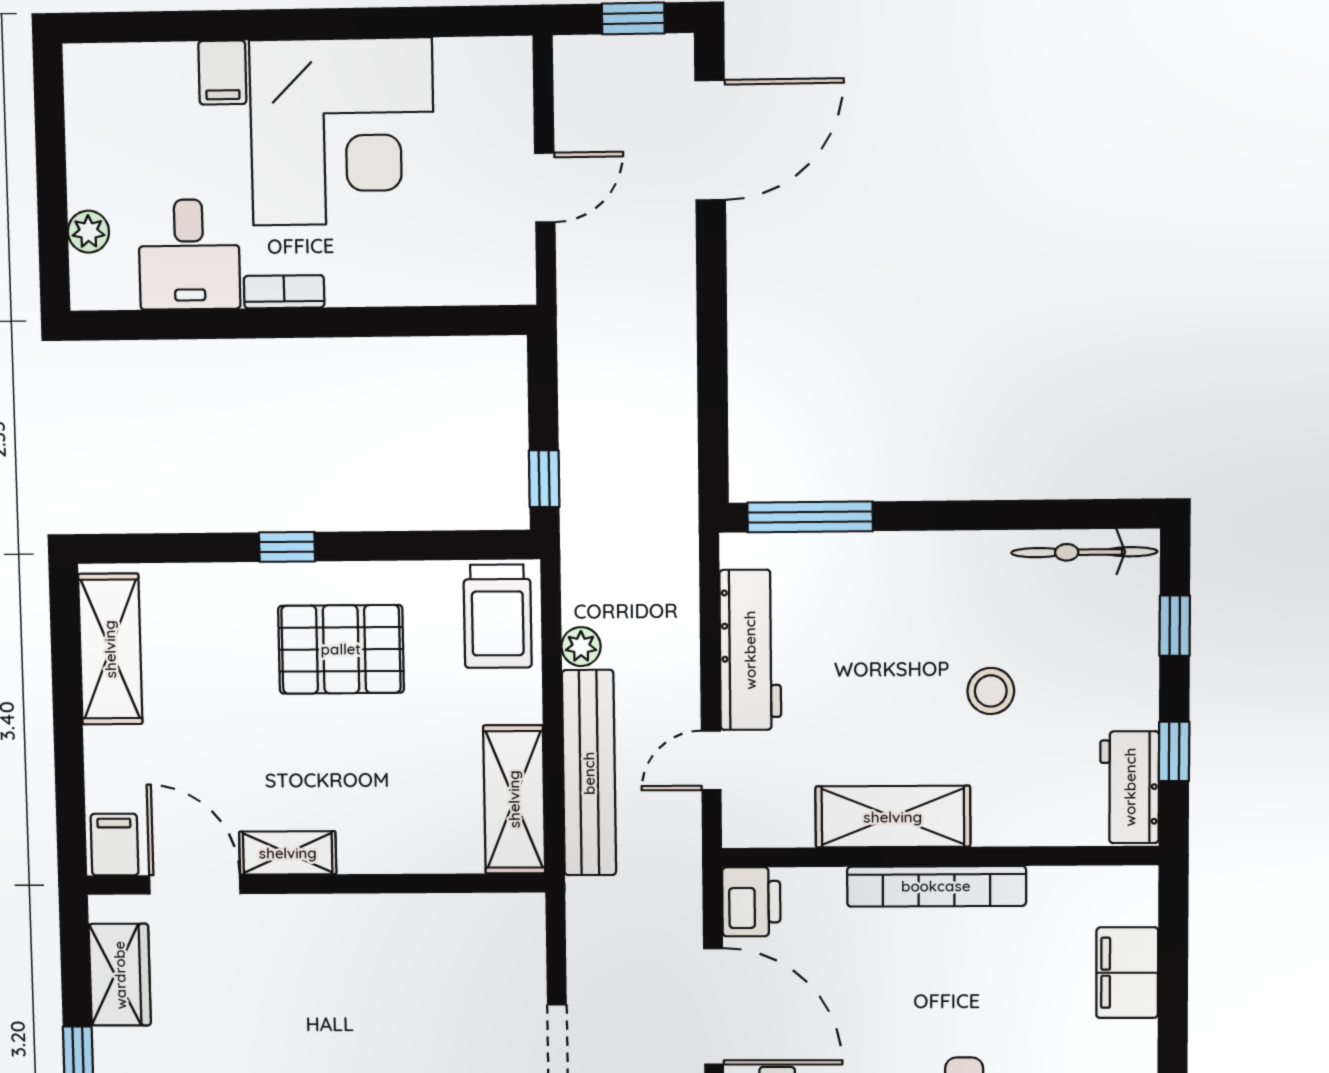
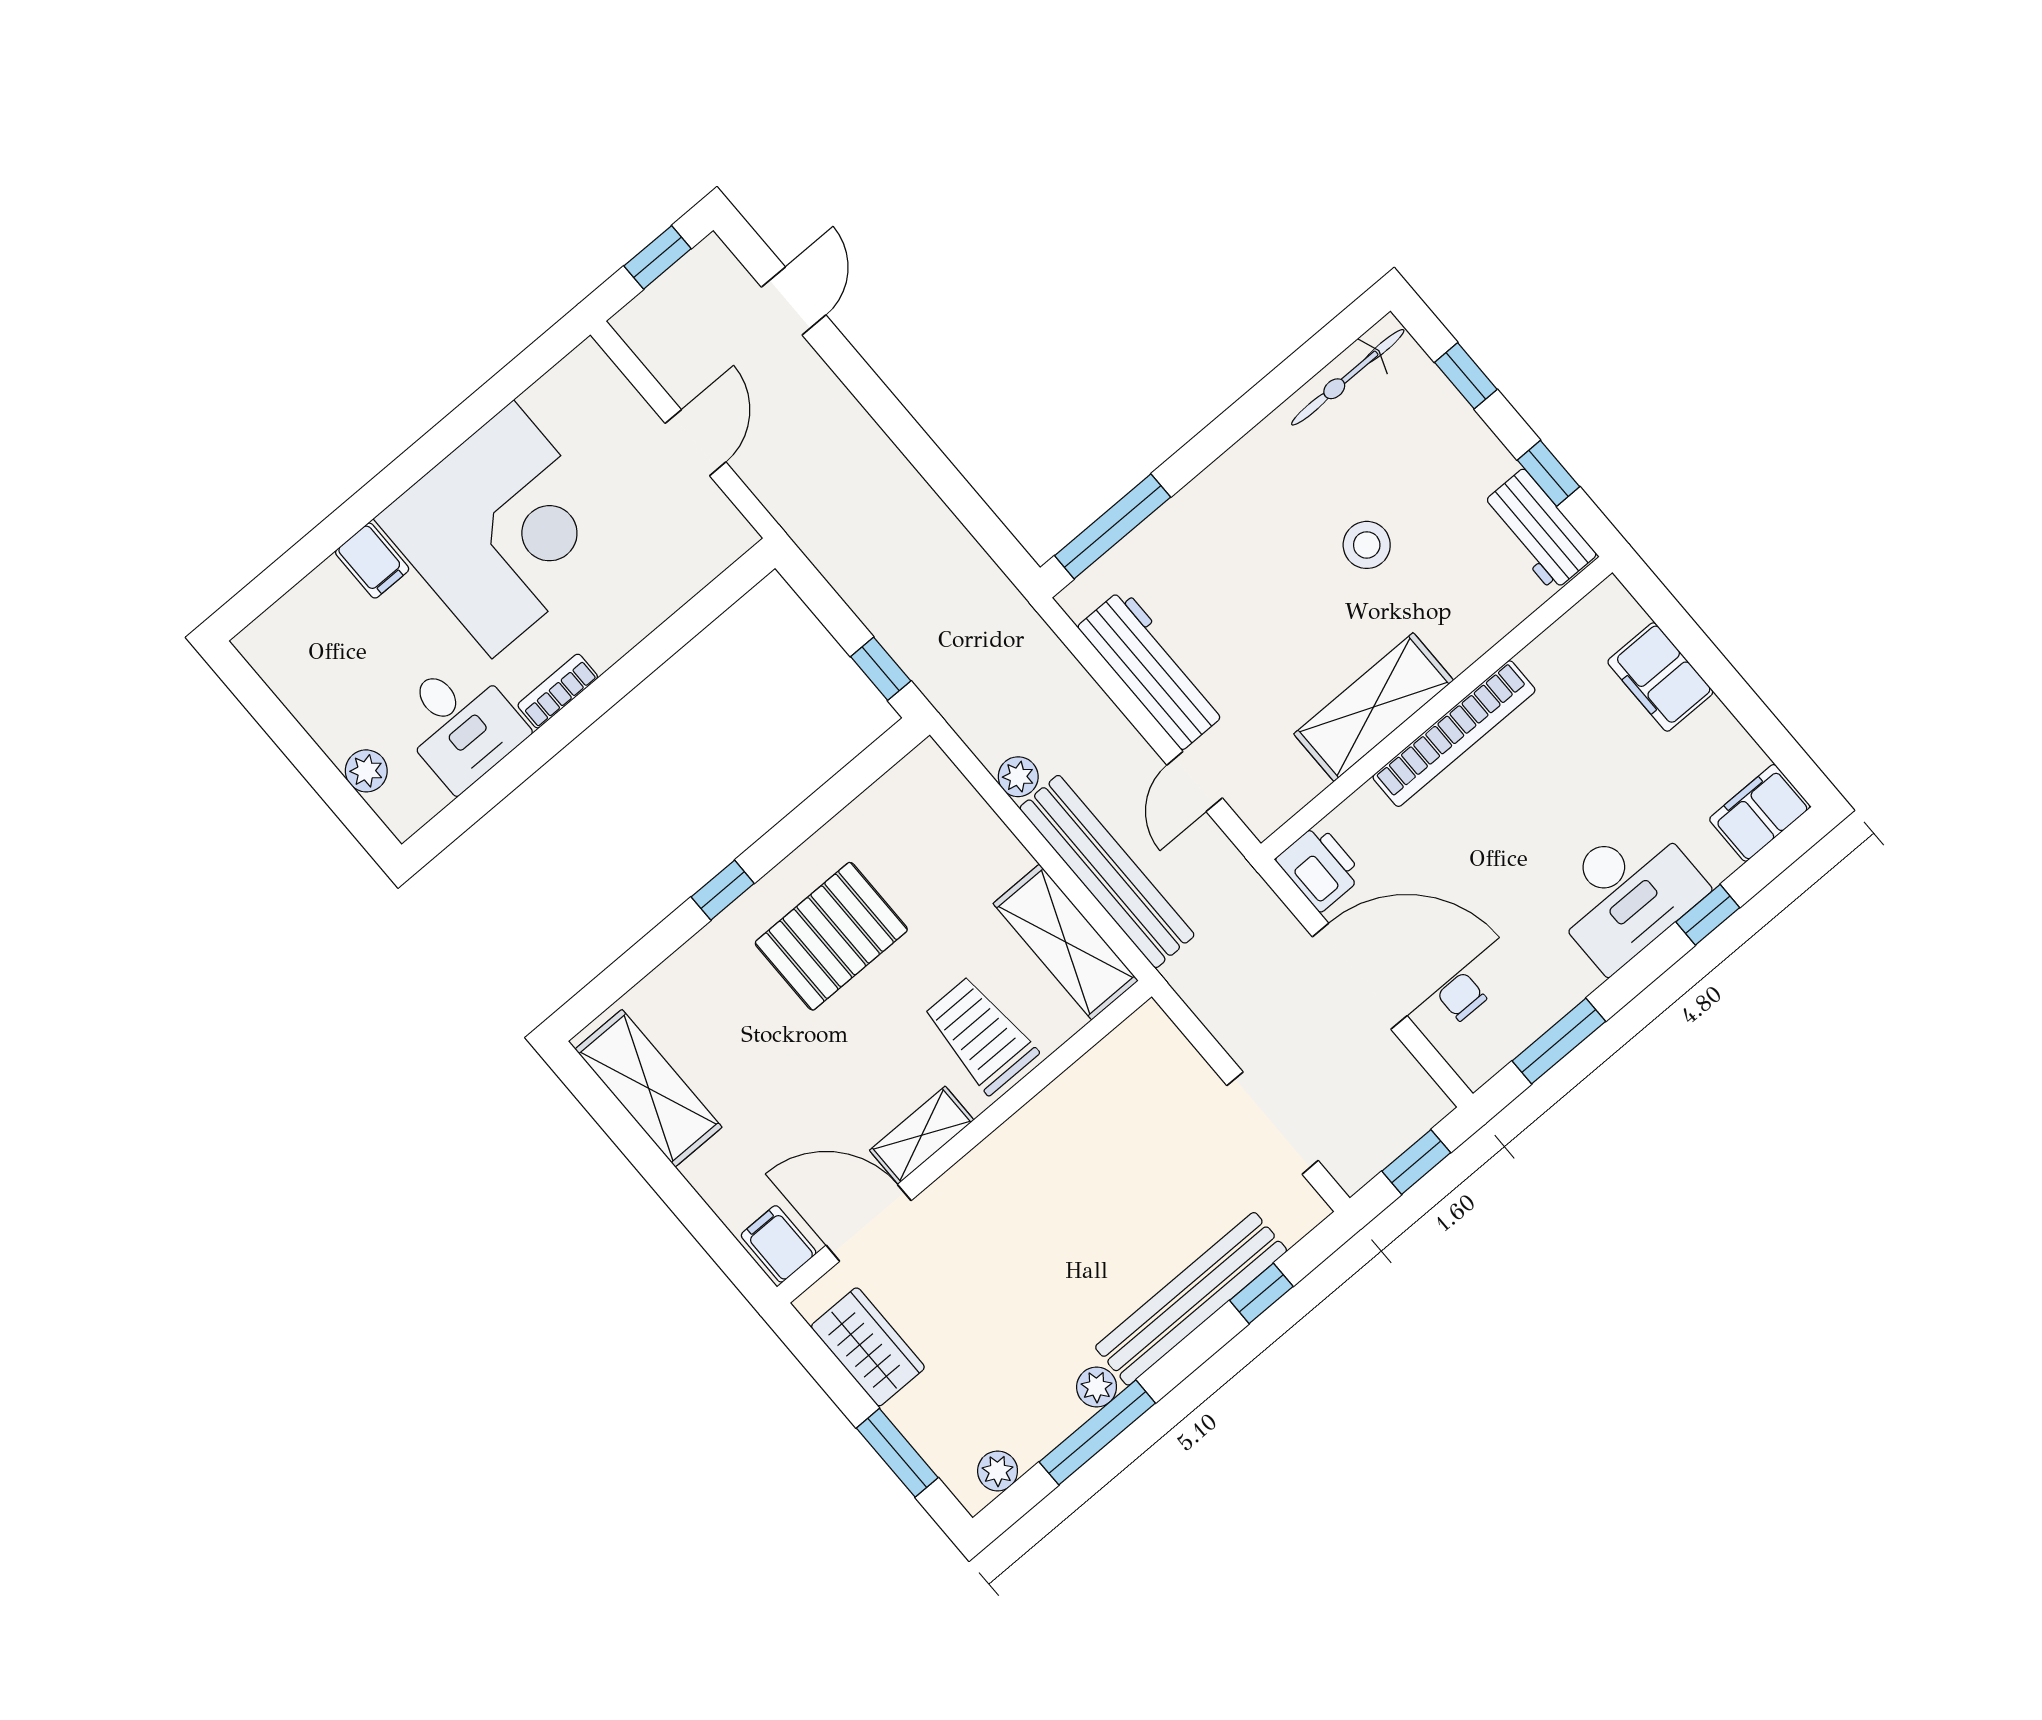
door: (710, 140) -> (794, 301), width x0.53
trolley: (498, 616) -> (980, 1035), moved, turned 180

